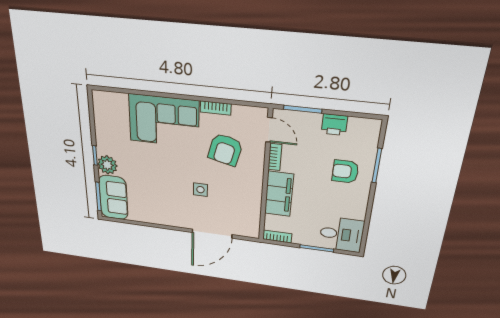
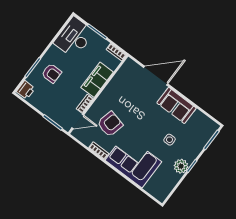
printer: (334, 125) -> (26, 90), moved, turned 90
door: (269, 130) -> (78, 121), swing flipped
plant: (107, 165) -> (181, 166), moved
side table: (200, 190) -> (170, 140), moved
sofa: (113, 198) -> (177, 105), moved, turned -90
desk: (341, 234) -> (74, 38), width x1.37

